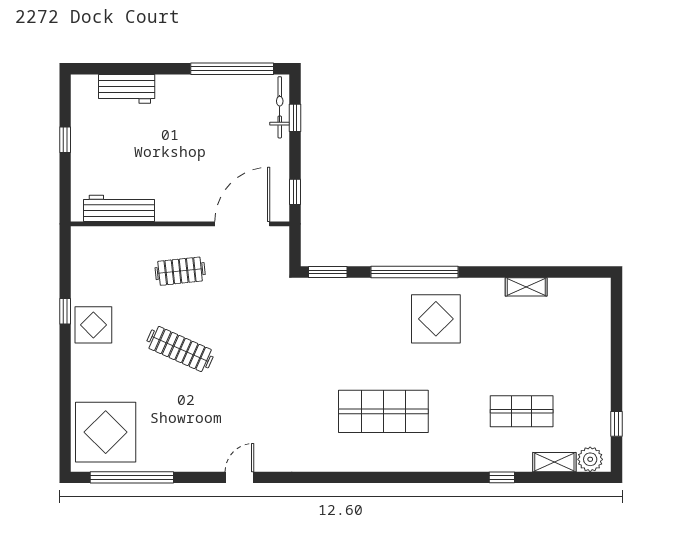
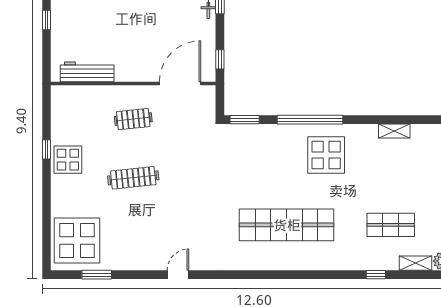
clothes rail: (180, 349) -> (133, 178), turned -30
shop shelf: (383, 411) -> (287, 225), width x1.40
window: (132, 477) -> (97, 275), width x0.47

